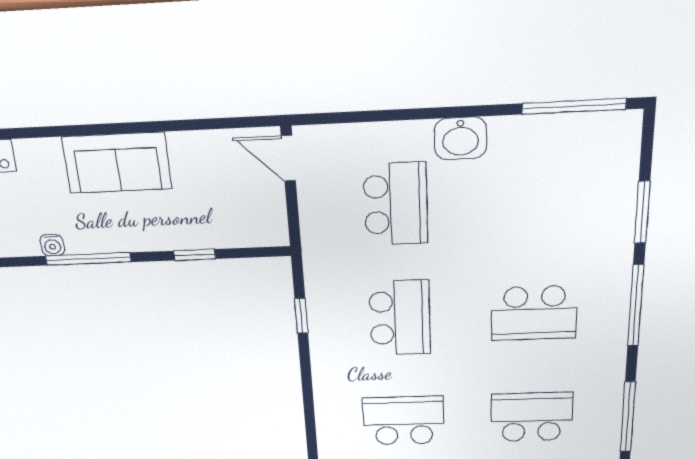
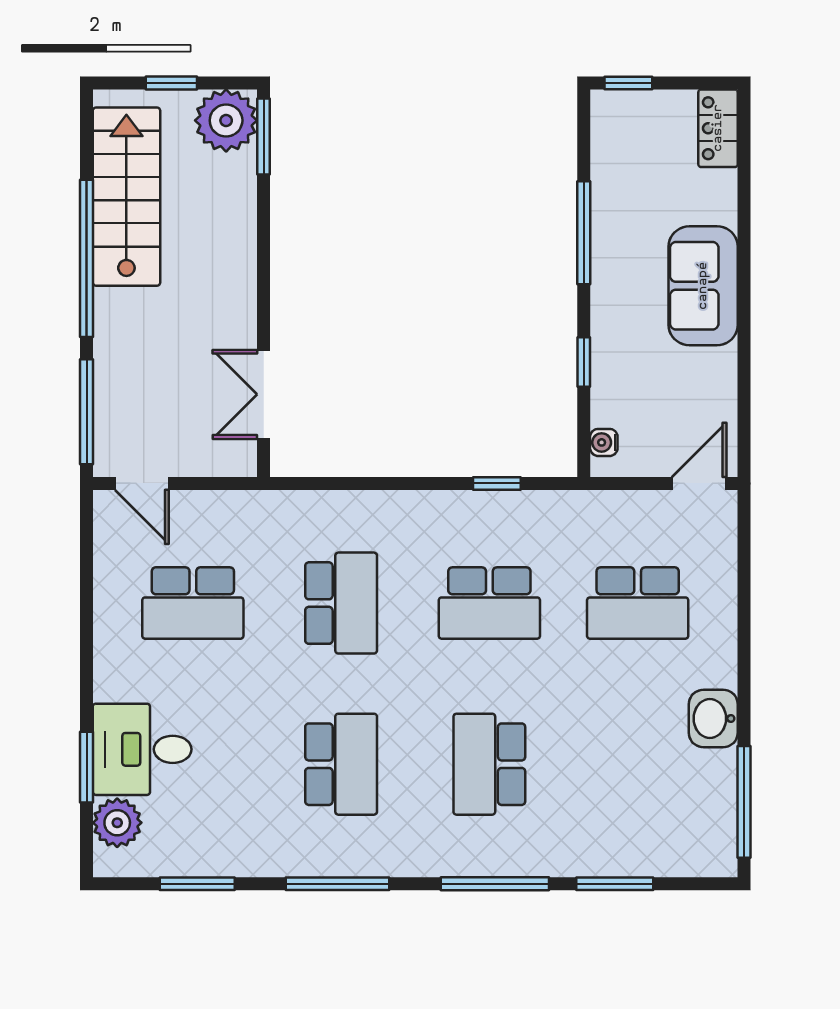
washbasin: (460, 138) -> (713, 718), moved
water cooler: (52, 245) -> (604, 442), moved

